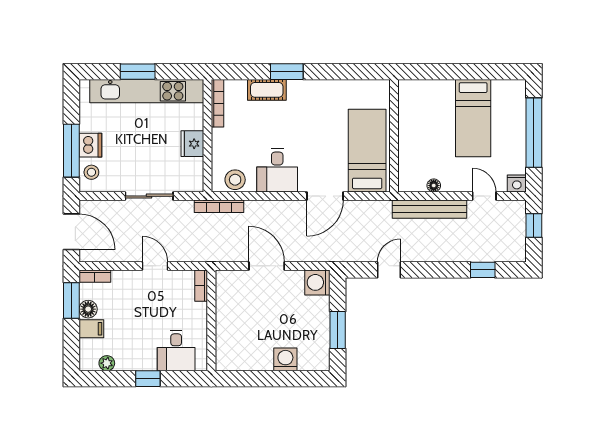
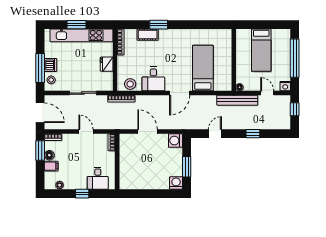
wall: (394, 136) -> (234, 60), moved
window: (483, 270) -> (253, 134), moved
washing machine: (285, 359) -> (176, 183), moved

